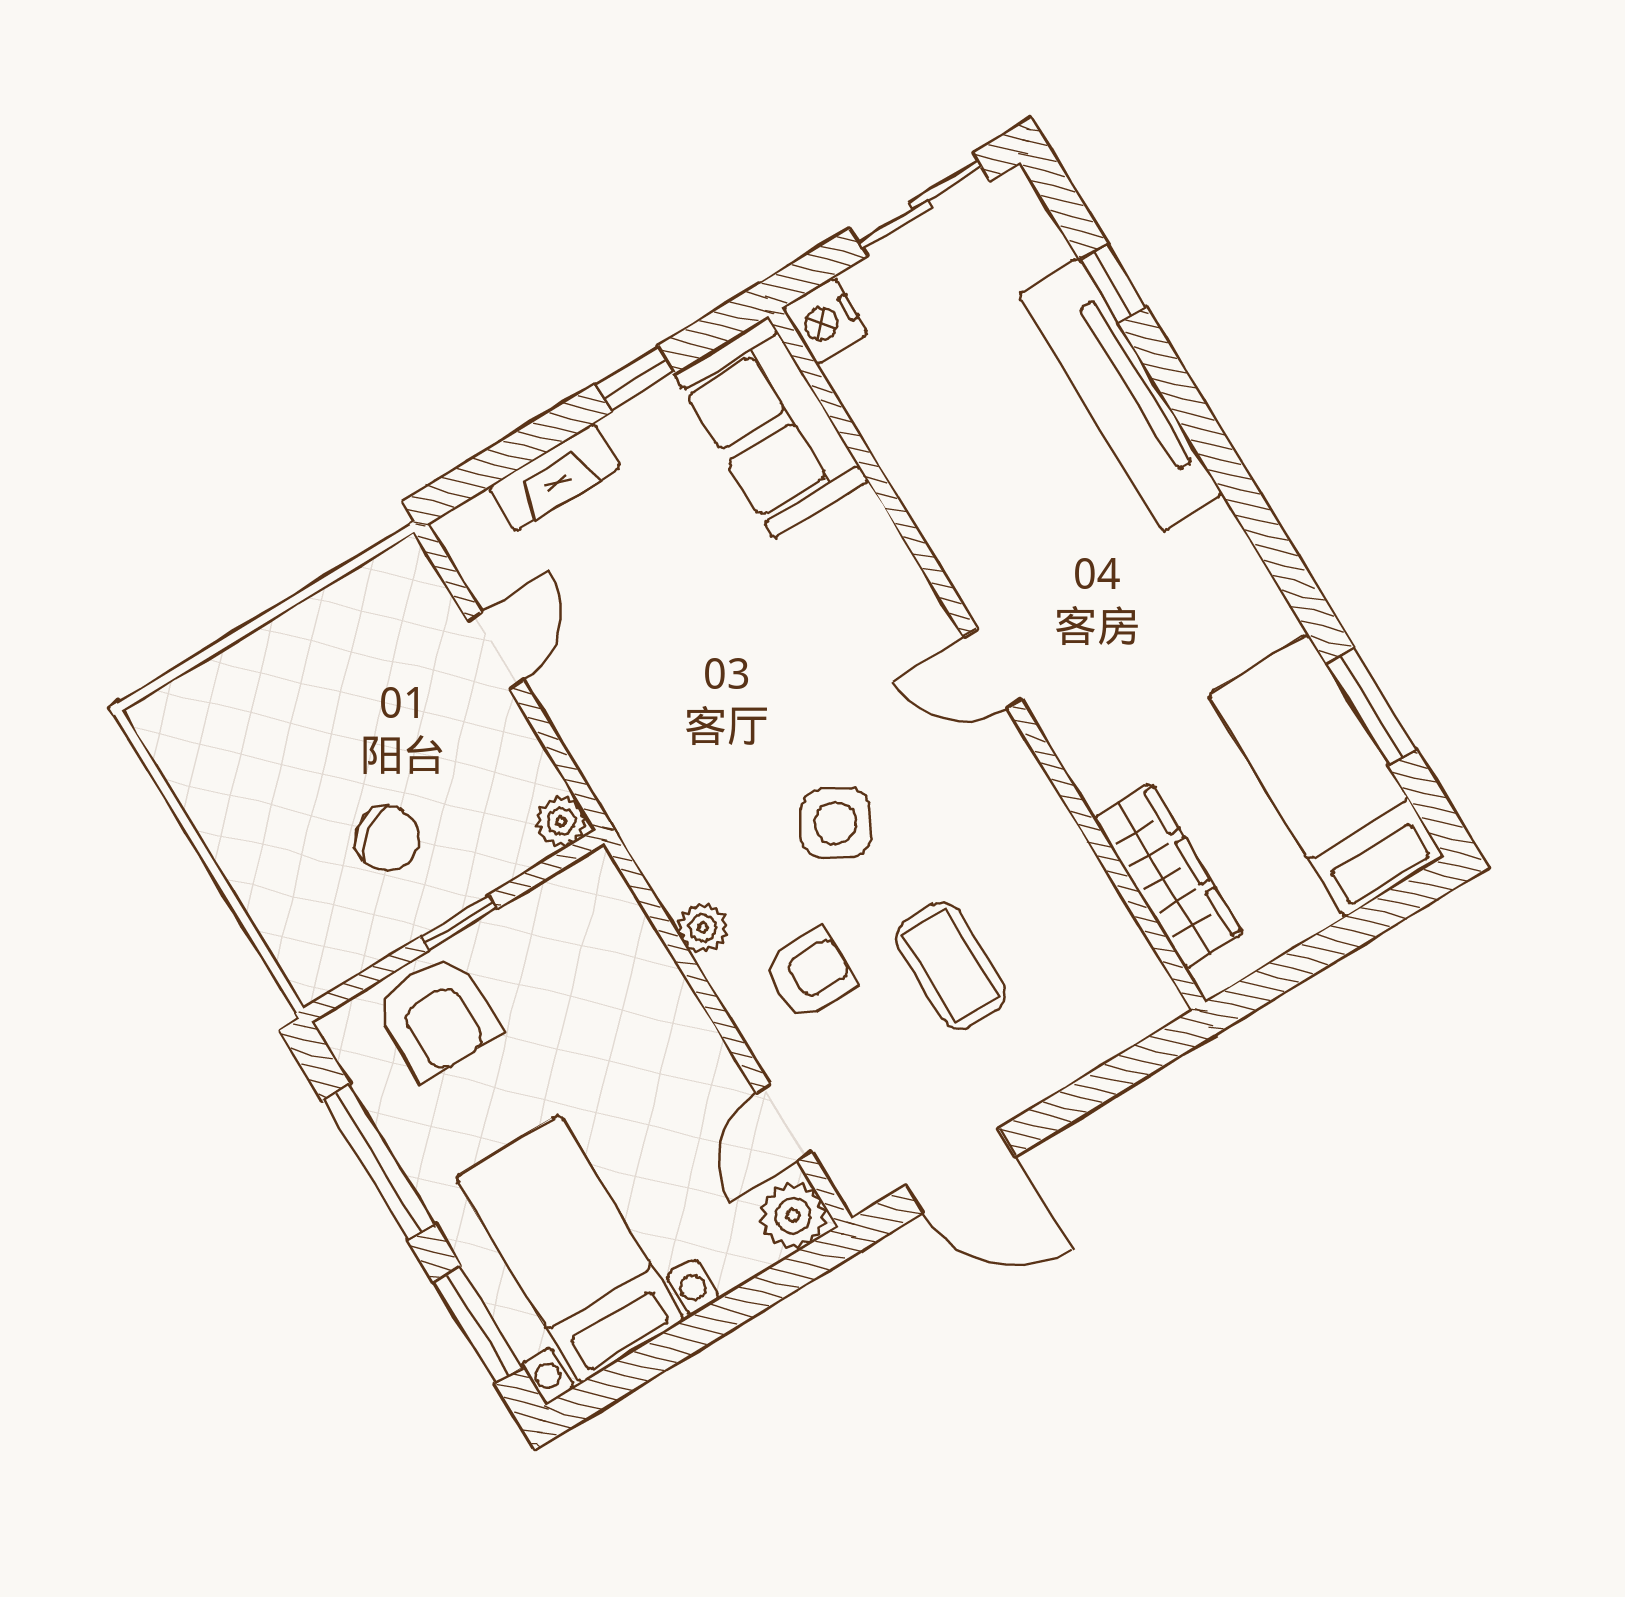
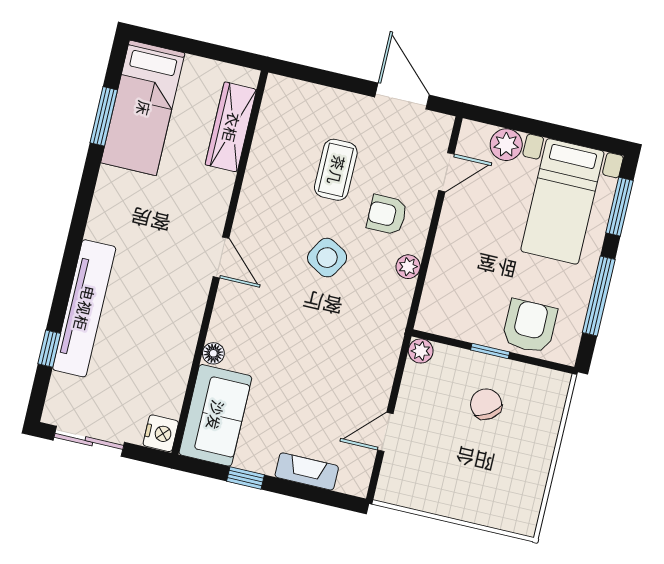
floor lamp: (864, 516) -> (213, 353), added
plant: (793, 1216) -> (506, 145), moved

